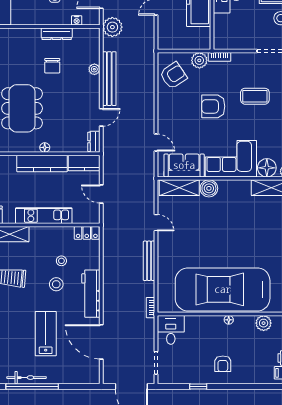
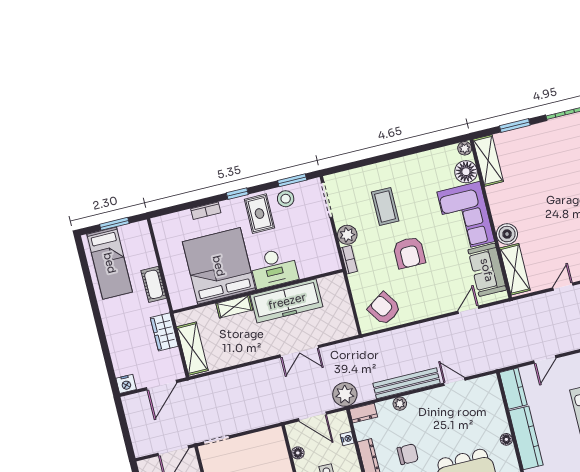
plant: (199, 60) -> (347, 235), moved
dresser: (94, 142) -> (363, 413), moved

